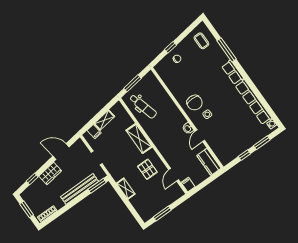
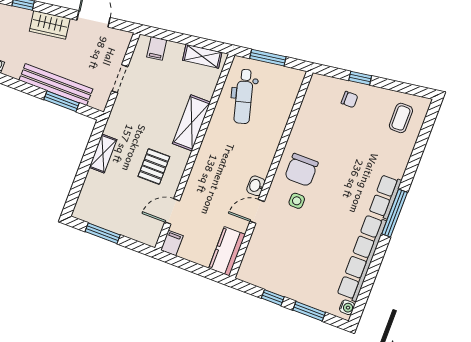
window: (227, 50) -> (395, 213), moved
shelving: (104, 120) -> (202, 56), moved
window: (97, 186) -> (61, 101), moved

